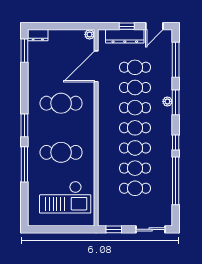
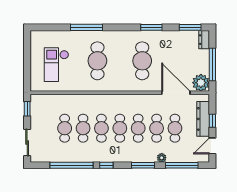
window: (65, 26) -> (212, 65), added
door: (154, 26) -> (212, 146), hinge flipped
plant: (90, 34) -> (201, 83), width x1.88, depth x1.88
plant: (167, 101) -> (162, 158), moved
window: (24, 125) -> (151, 27), moved
checkout: (65, 197) -> (56, 65), width x0.73, depth x0.83

